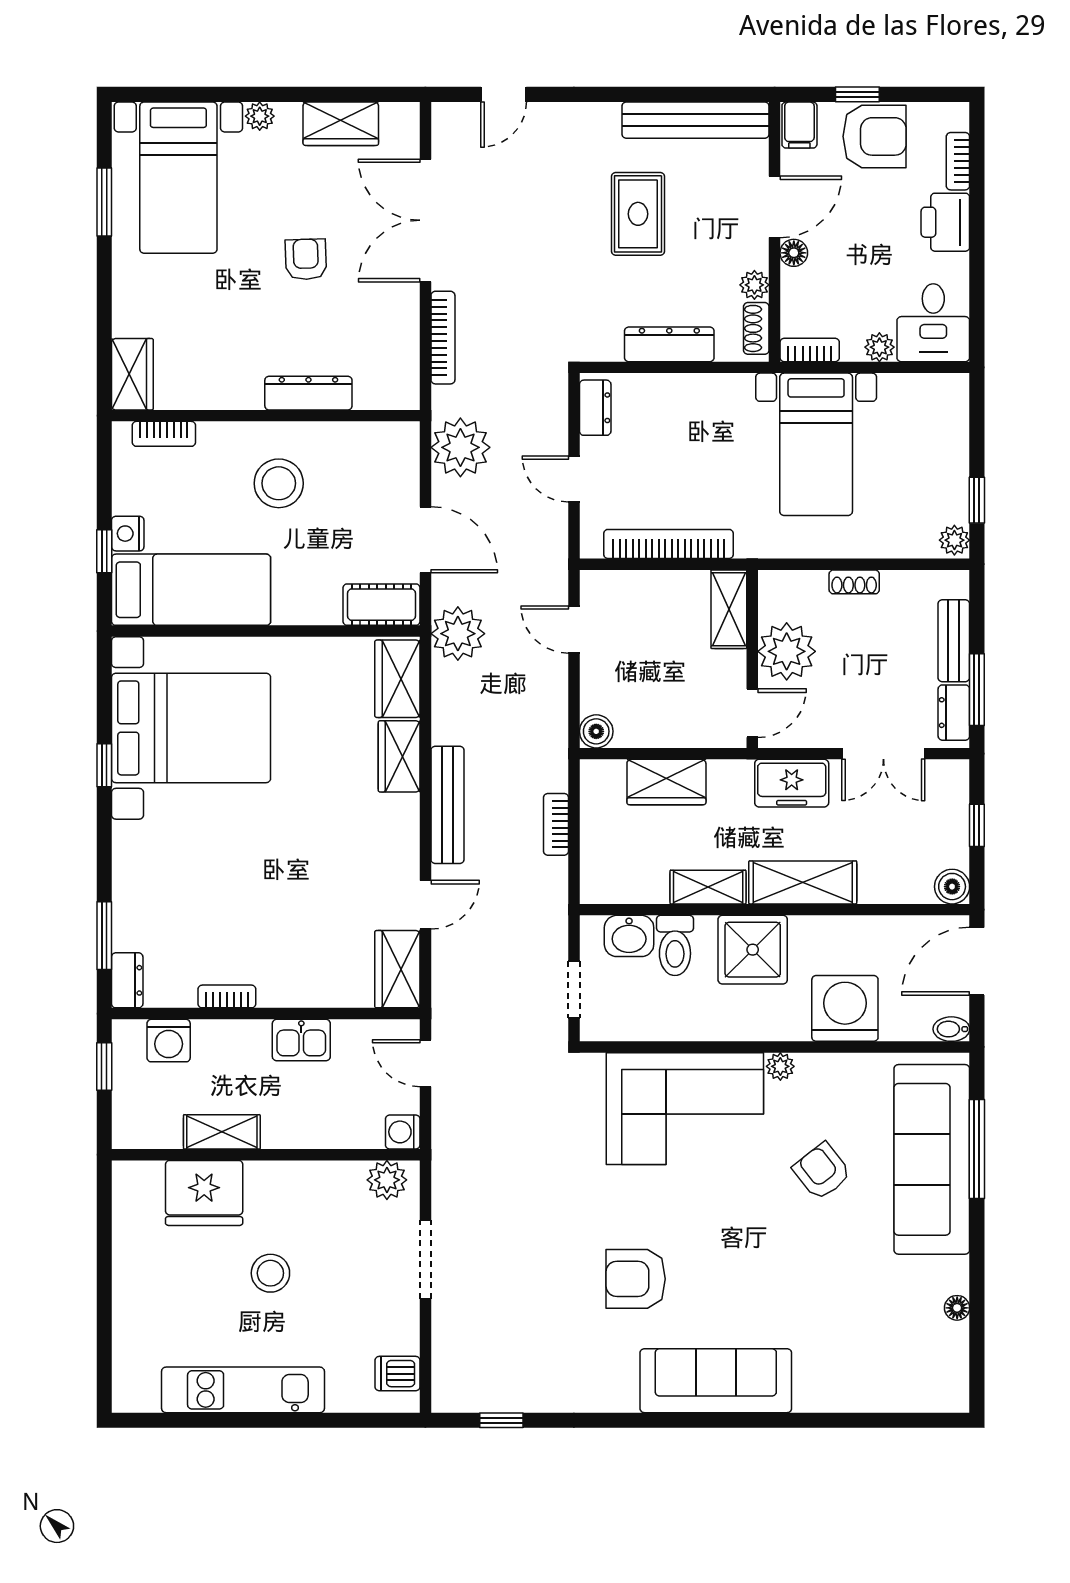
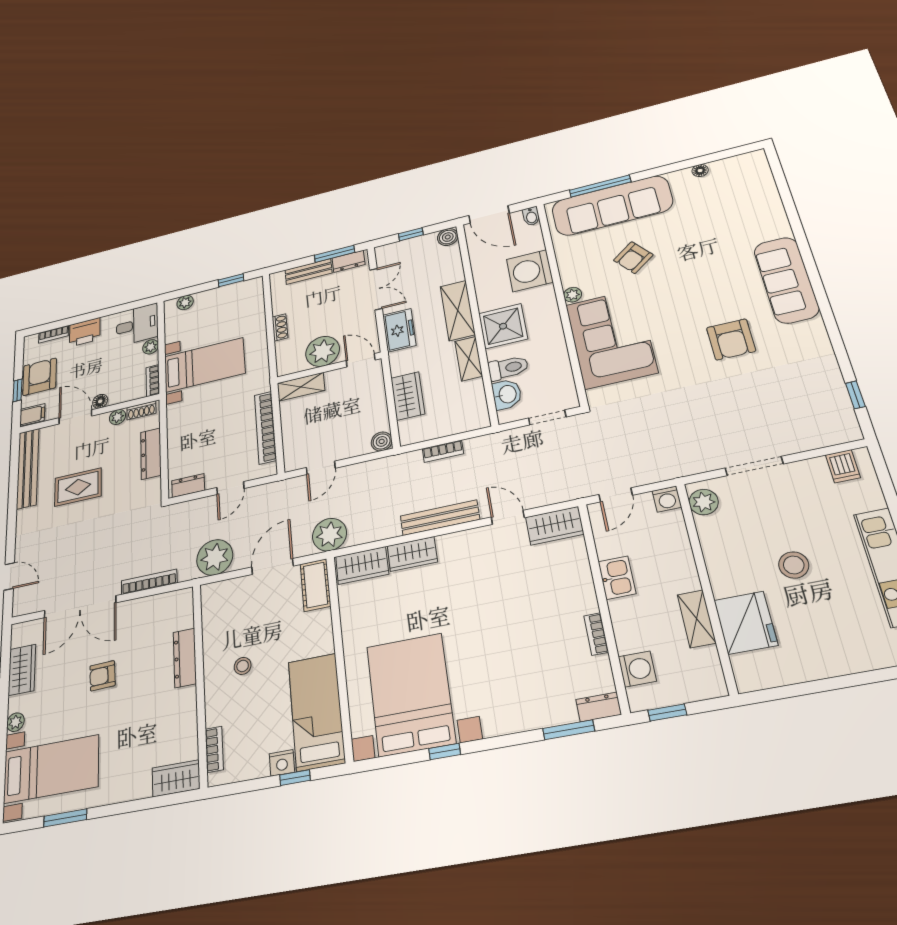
stool: (279, 483) -> (243, 666), width x0.53, depth x0.53
plant: (954, 540) -> (185, 302), moved

